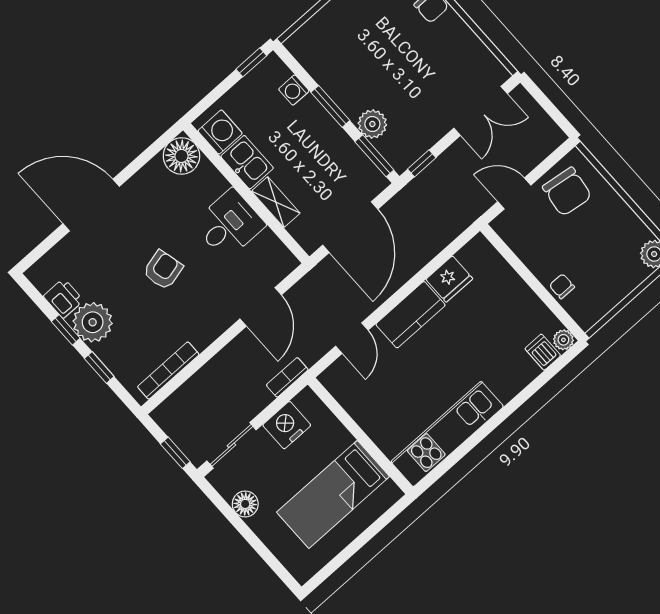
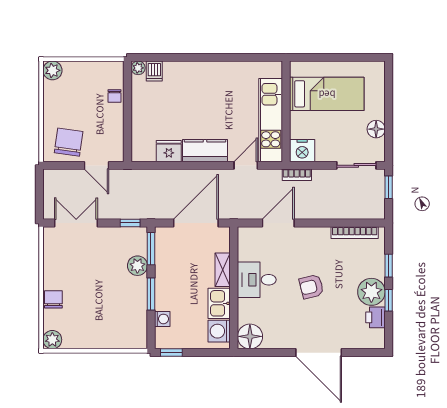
nightstand: (287, 425) -> (302, 151), moved
kitchen unit: (447, 434) -> (271, 120), moved, turned 90

